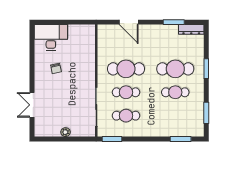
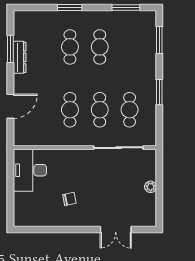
dresser: (191, 29) -> (20, 57), moved
desk: (51, 37) -> (30, 170), moved
cafe table: (126, 69) -> (70, 110), width x0.73, depth x0.74
cafe table: (175, 69) -> (70, 47), width x0.73, depth x0.74
window: (112, 139) -> (159, 92), moved

